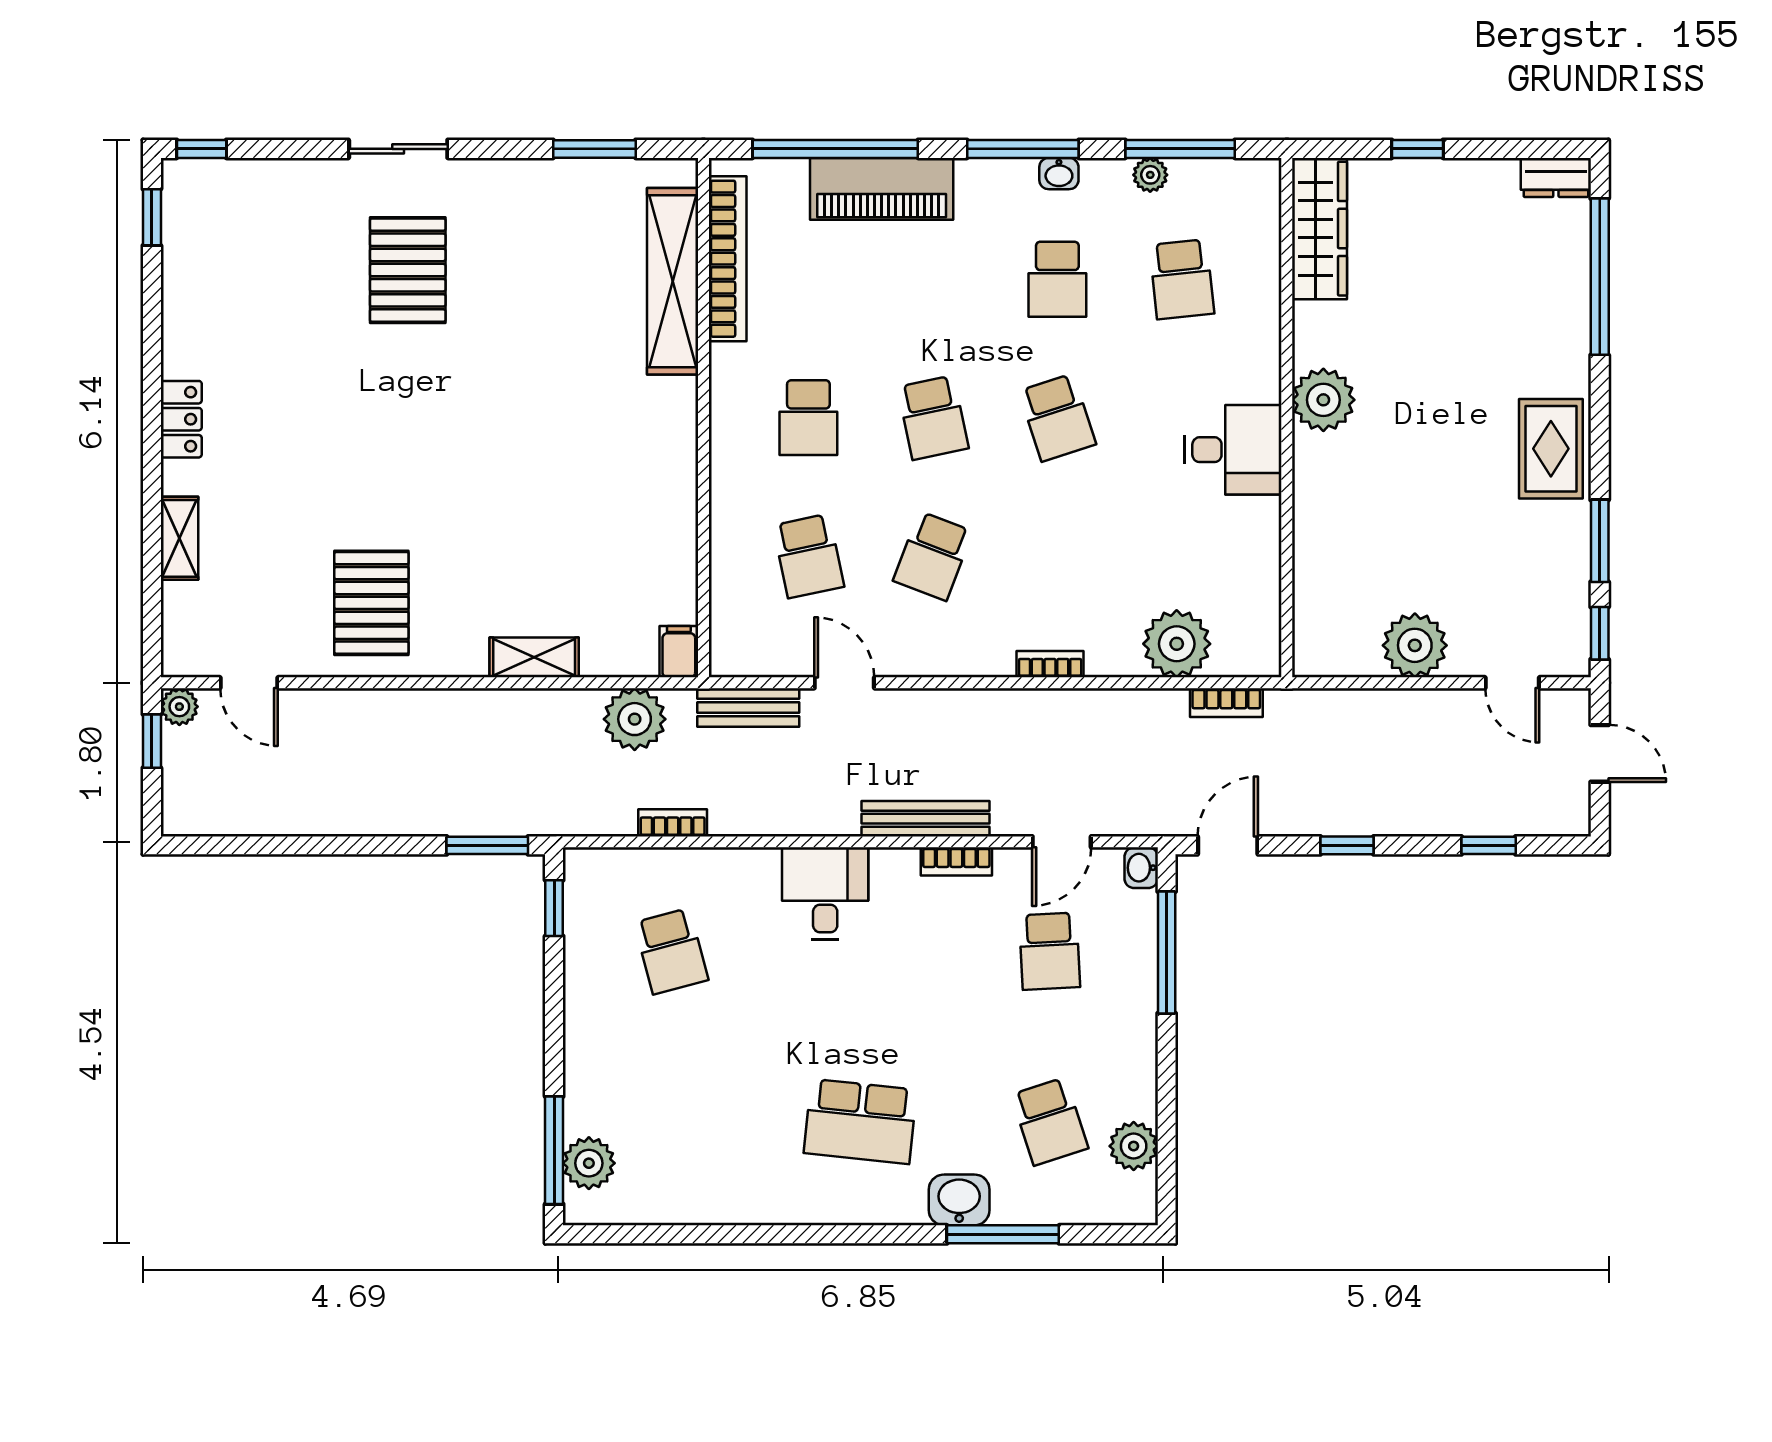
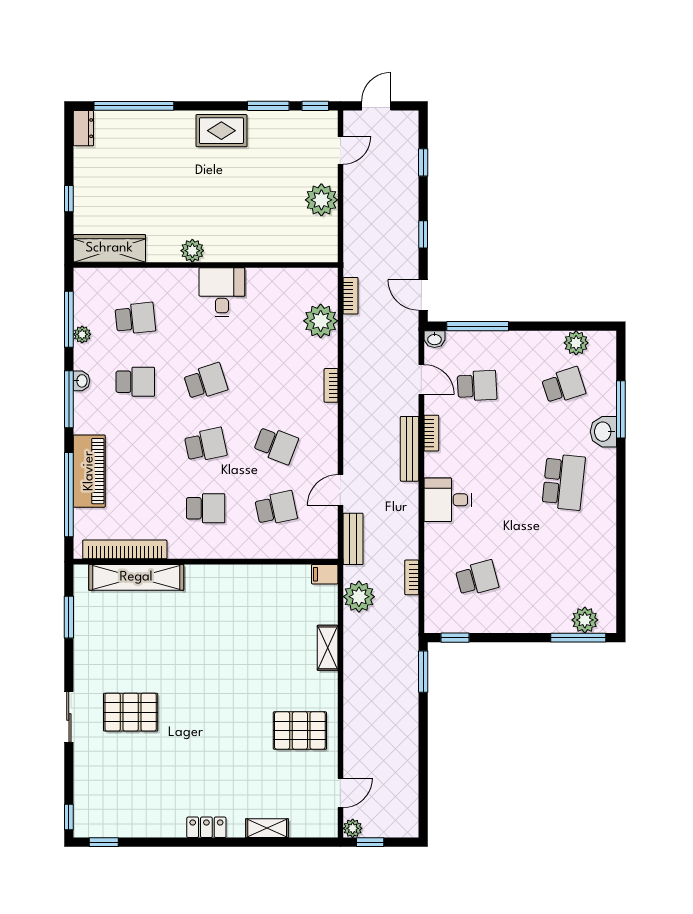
plant: (1323, 400) -> (192, 251), width x0.73, depth x0.73

